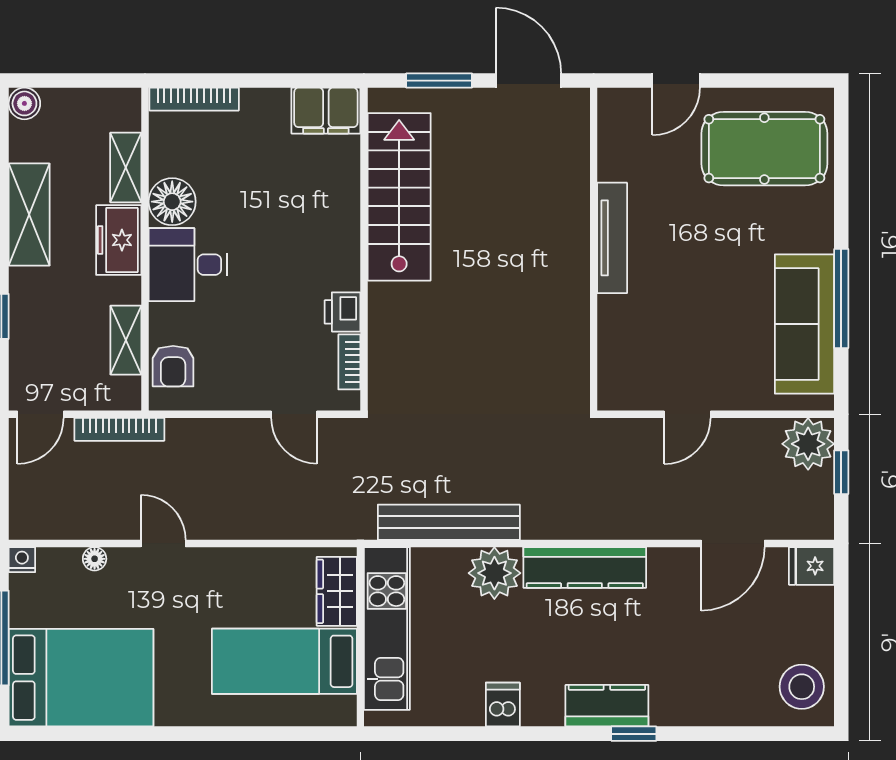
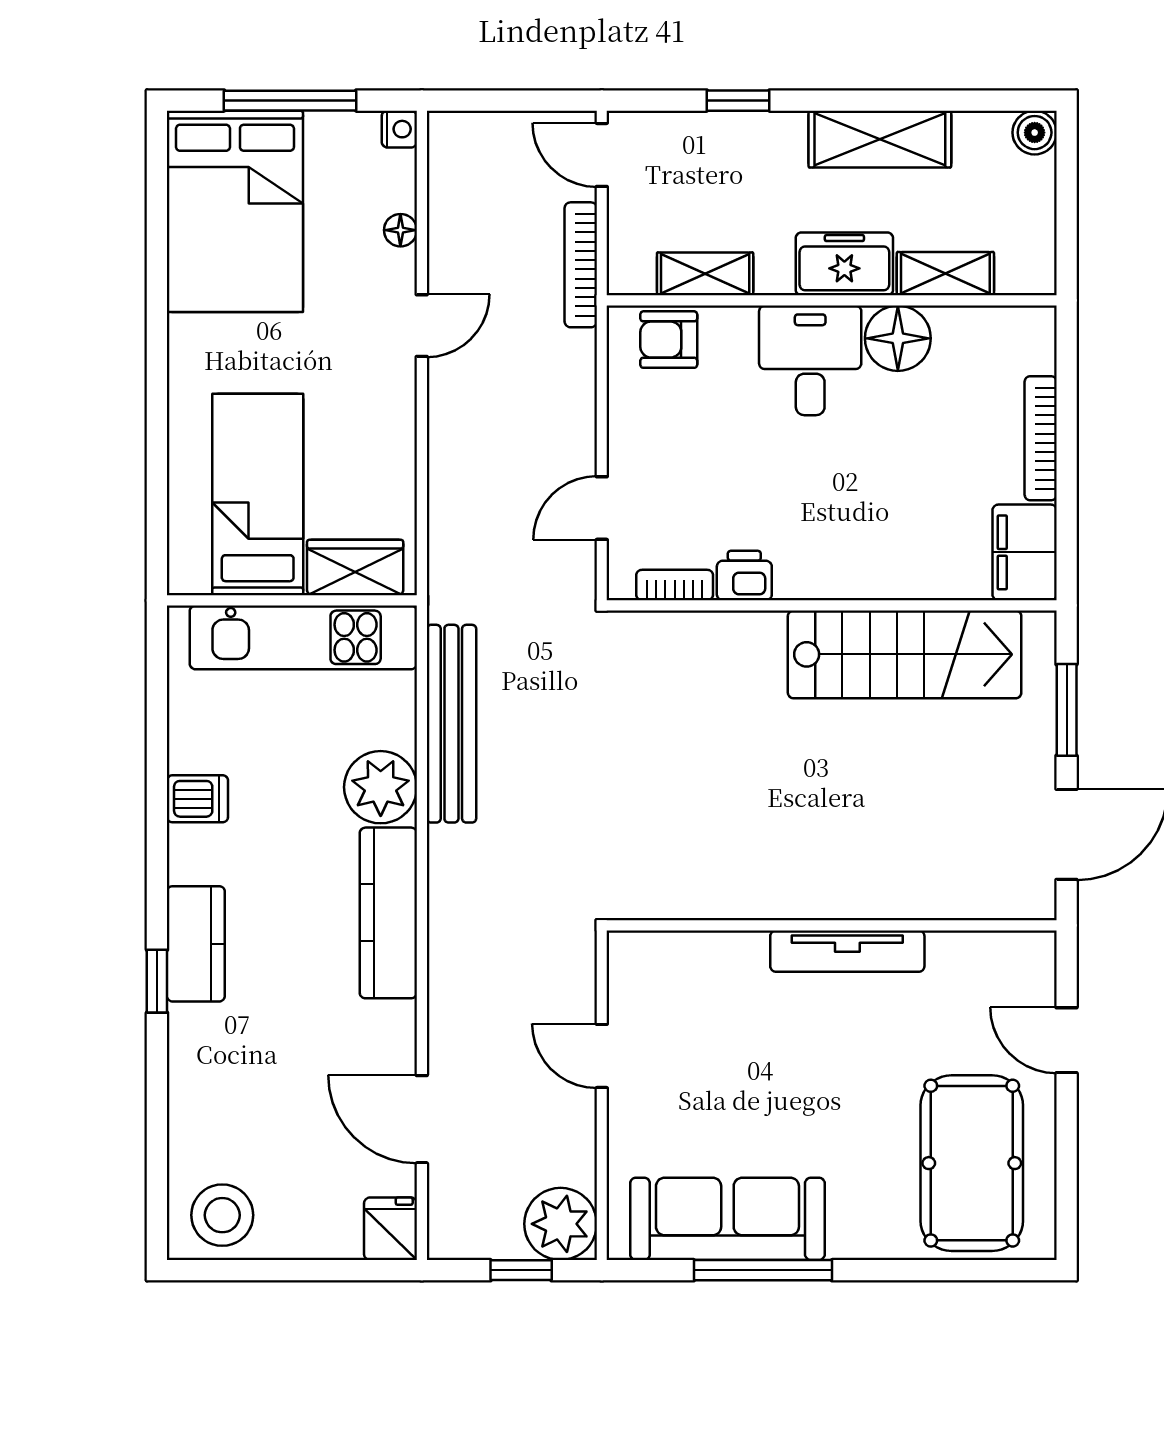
bookcase: (194, 99) -> (1041, 438), moved

